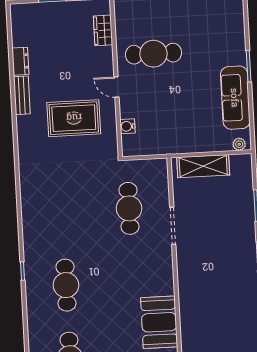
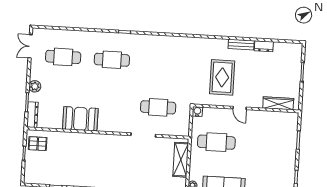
wardrobe: (103, 30) -> (278, 103), width x1.50
cafe table: (153, 54) -> (216, 142), moved, turned 90
door: (116, 87) -> (240, 108), swing flipped
water cooler: (128, 126) -> (197, 112), moved

